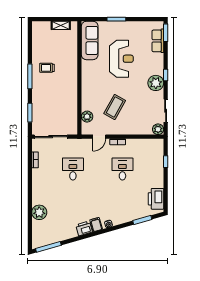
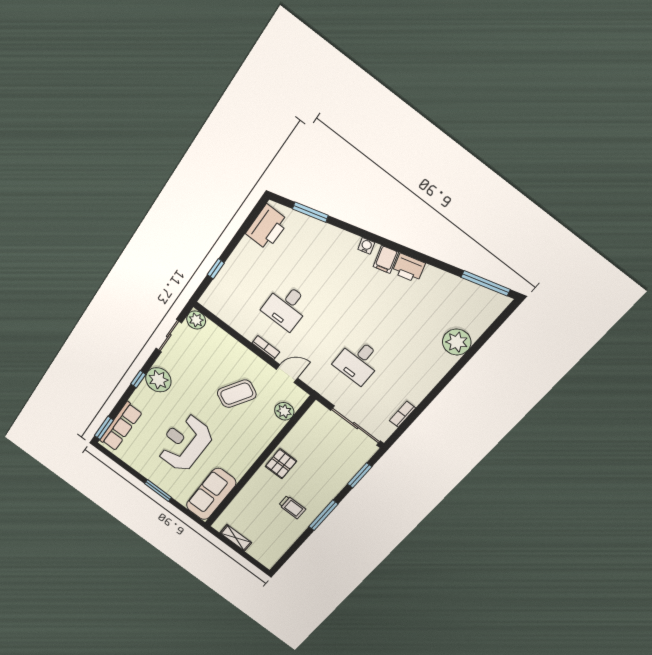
row of seats: (158, 41) -> (121, 426), width x1.48
pallet: (69, 87) -> (281, 464), added

